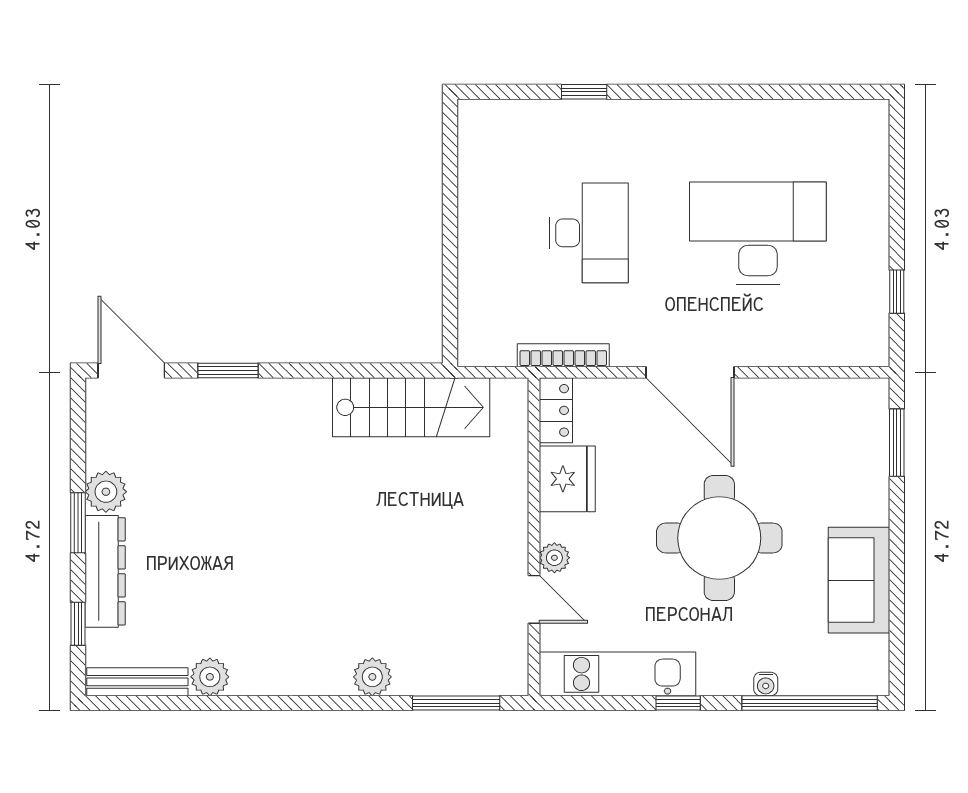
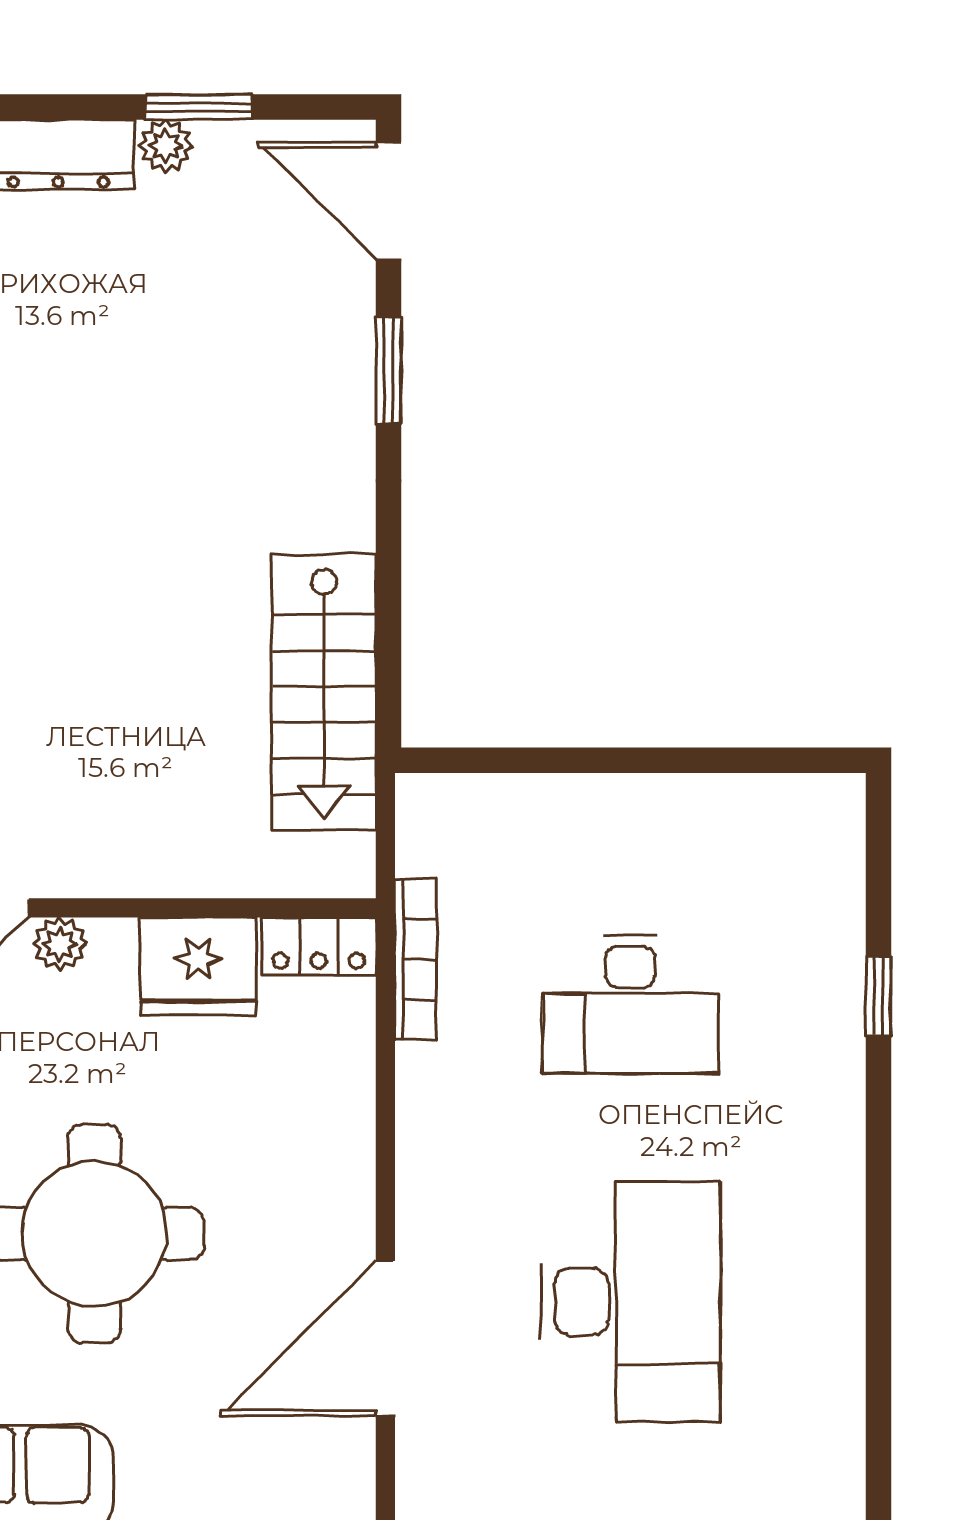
door: (131, 371) -> (389, 201), swing flipped
door: (690, 372) -> (385, 1339), moved
plant: (106, 492) -> (166, 146), width x0.73, depth x0.73
window: (78, 523) -> (199, 107), moved

